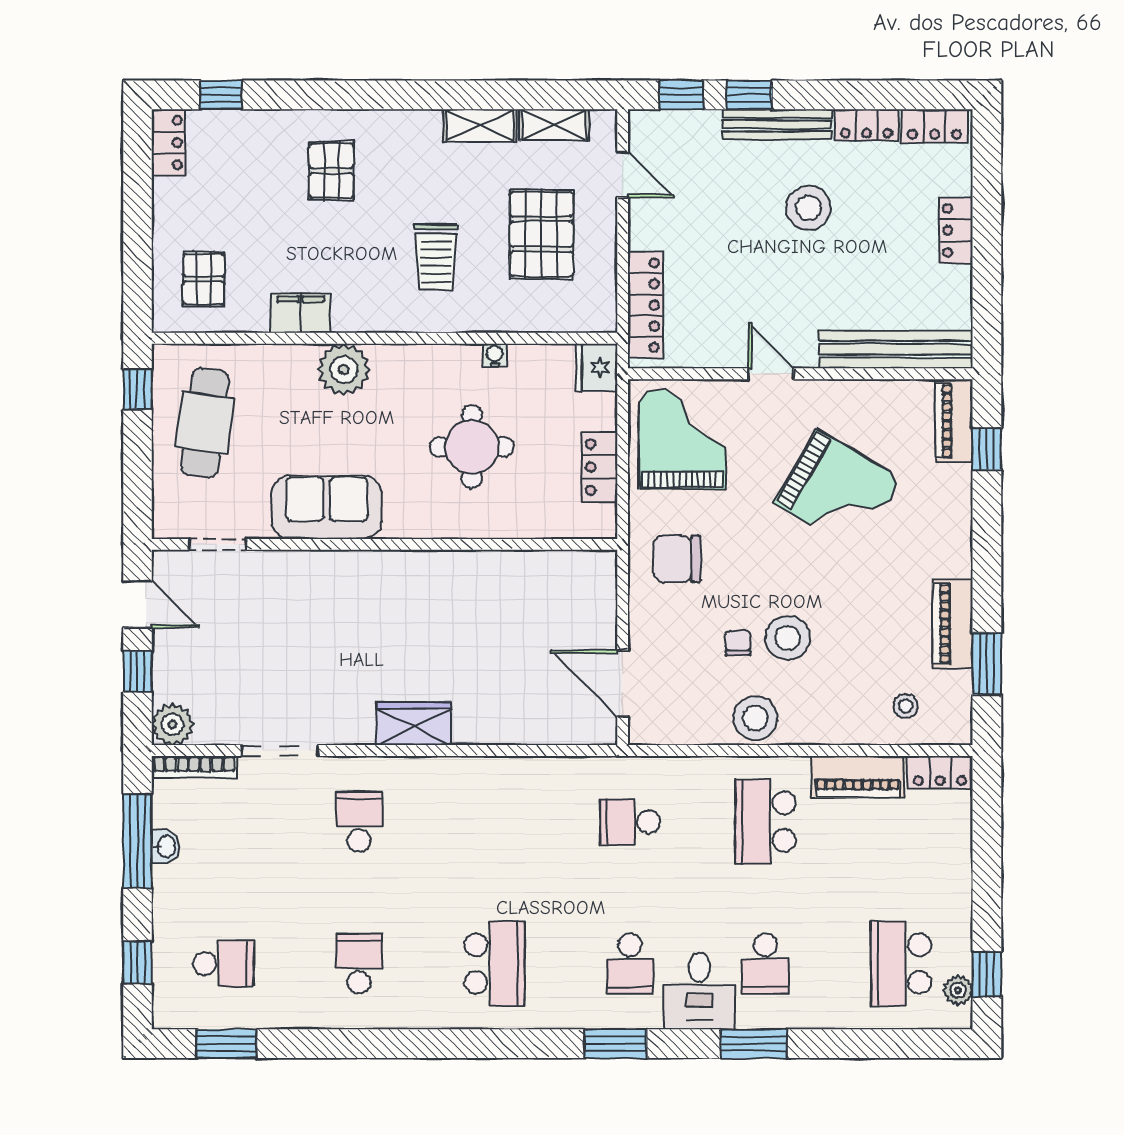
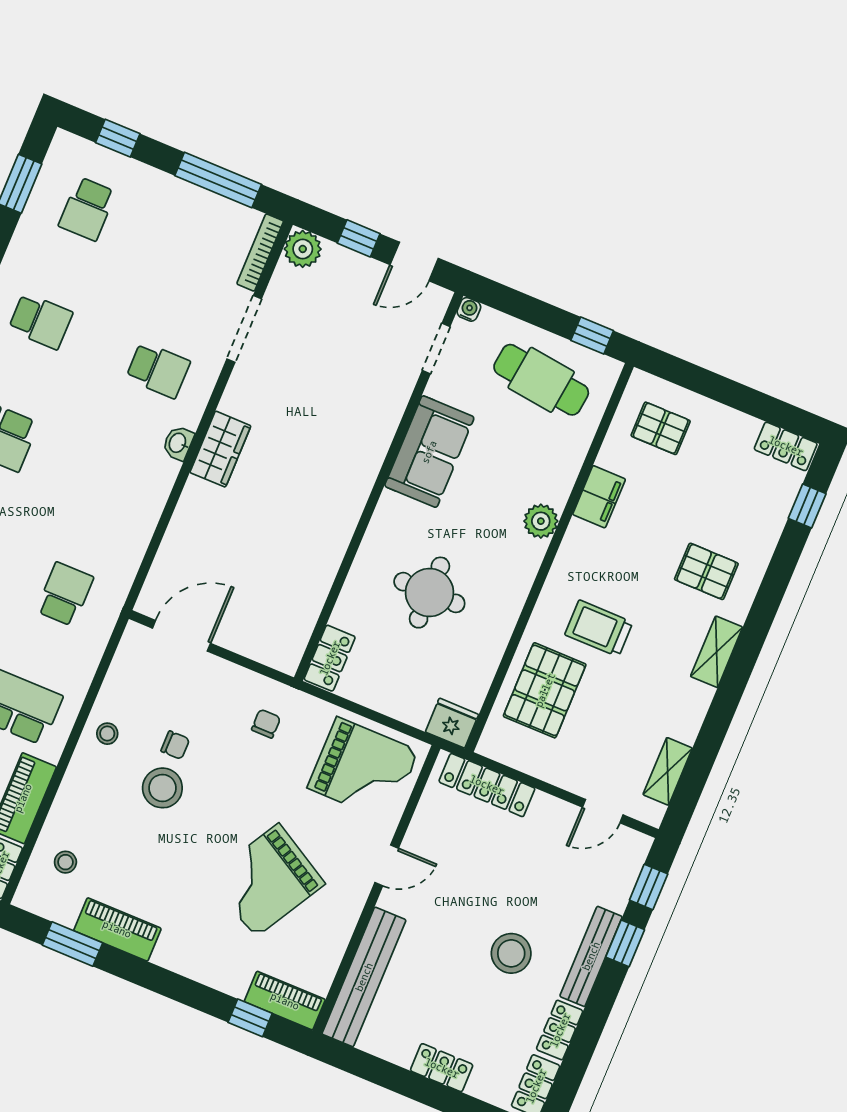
shelving: (480, 126) -> (717, 652), moved
pallet: (541, 234) -> (545, 690), moved, turned 90
water cooler: (495, 355) -> (469, 309), moved, turned -90
plant: (344, 370) -> (541, 521), width x0.73, depth x0.73
locker: (600, 467) -> (330, 658), moved, turned 90
chair: (677, 559) -> (266, 724), width x0.54, depth x0.54
stool: (755, 718) -> (107, 734), width x0.53, depth x0.53
washbasin: (166, 847) -> (178, 443), moved, turned 90

